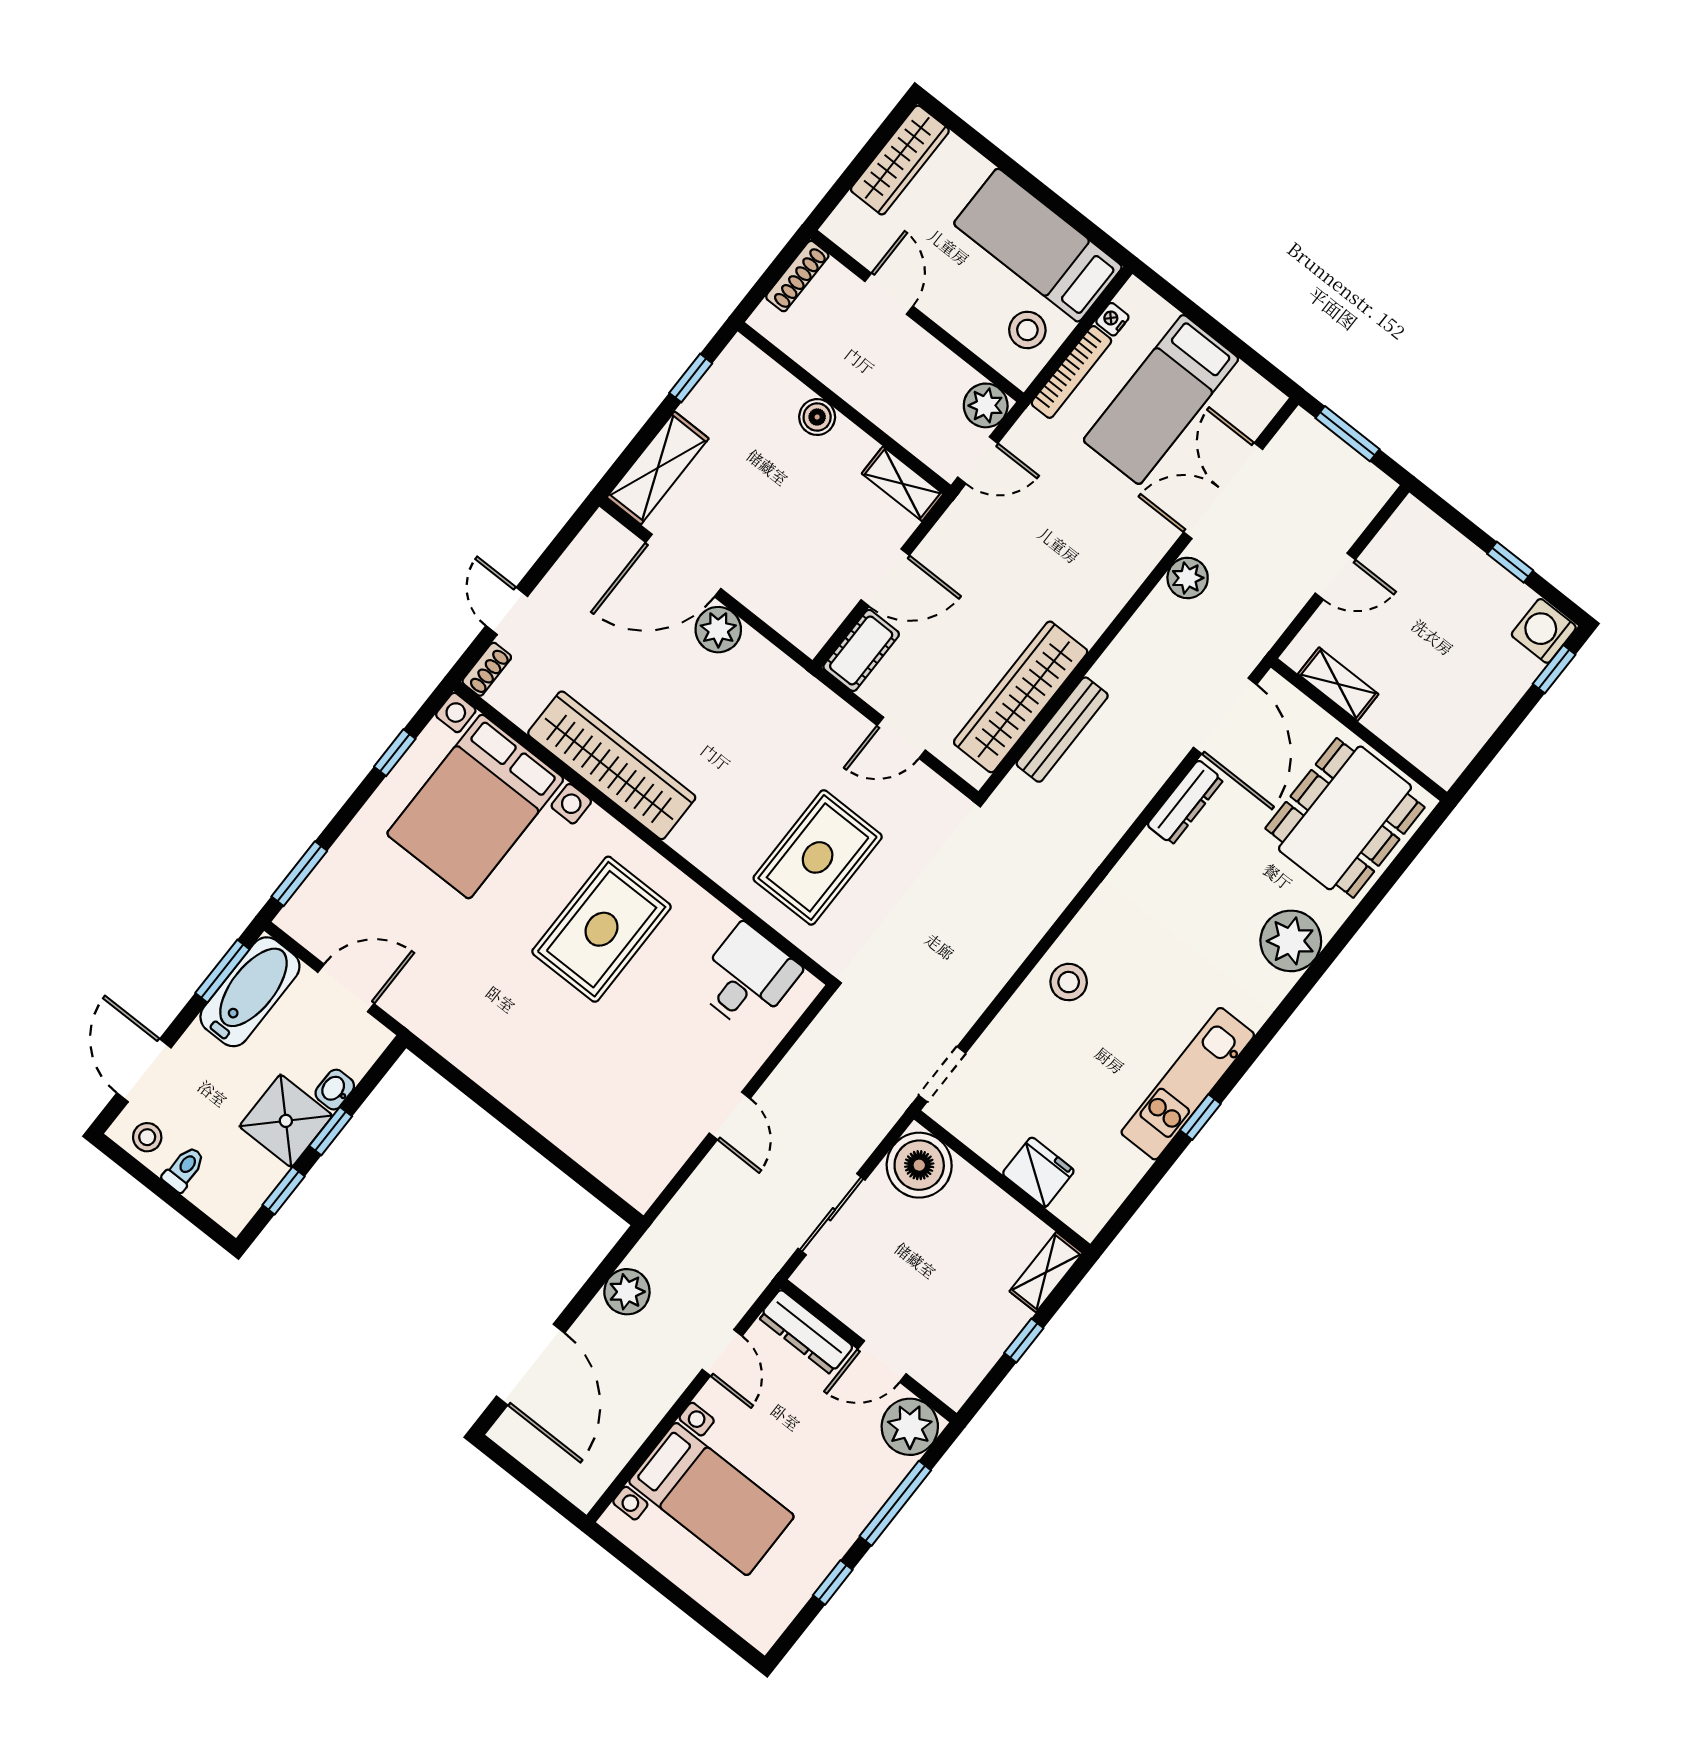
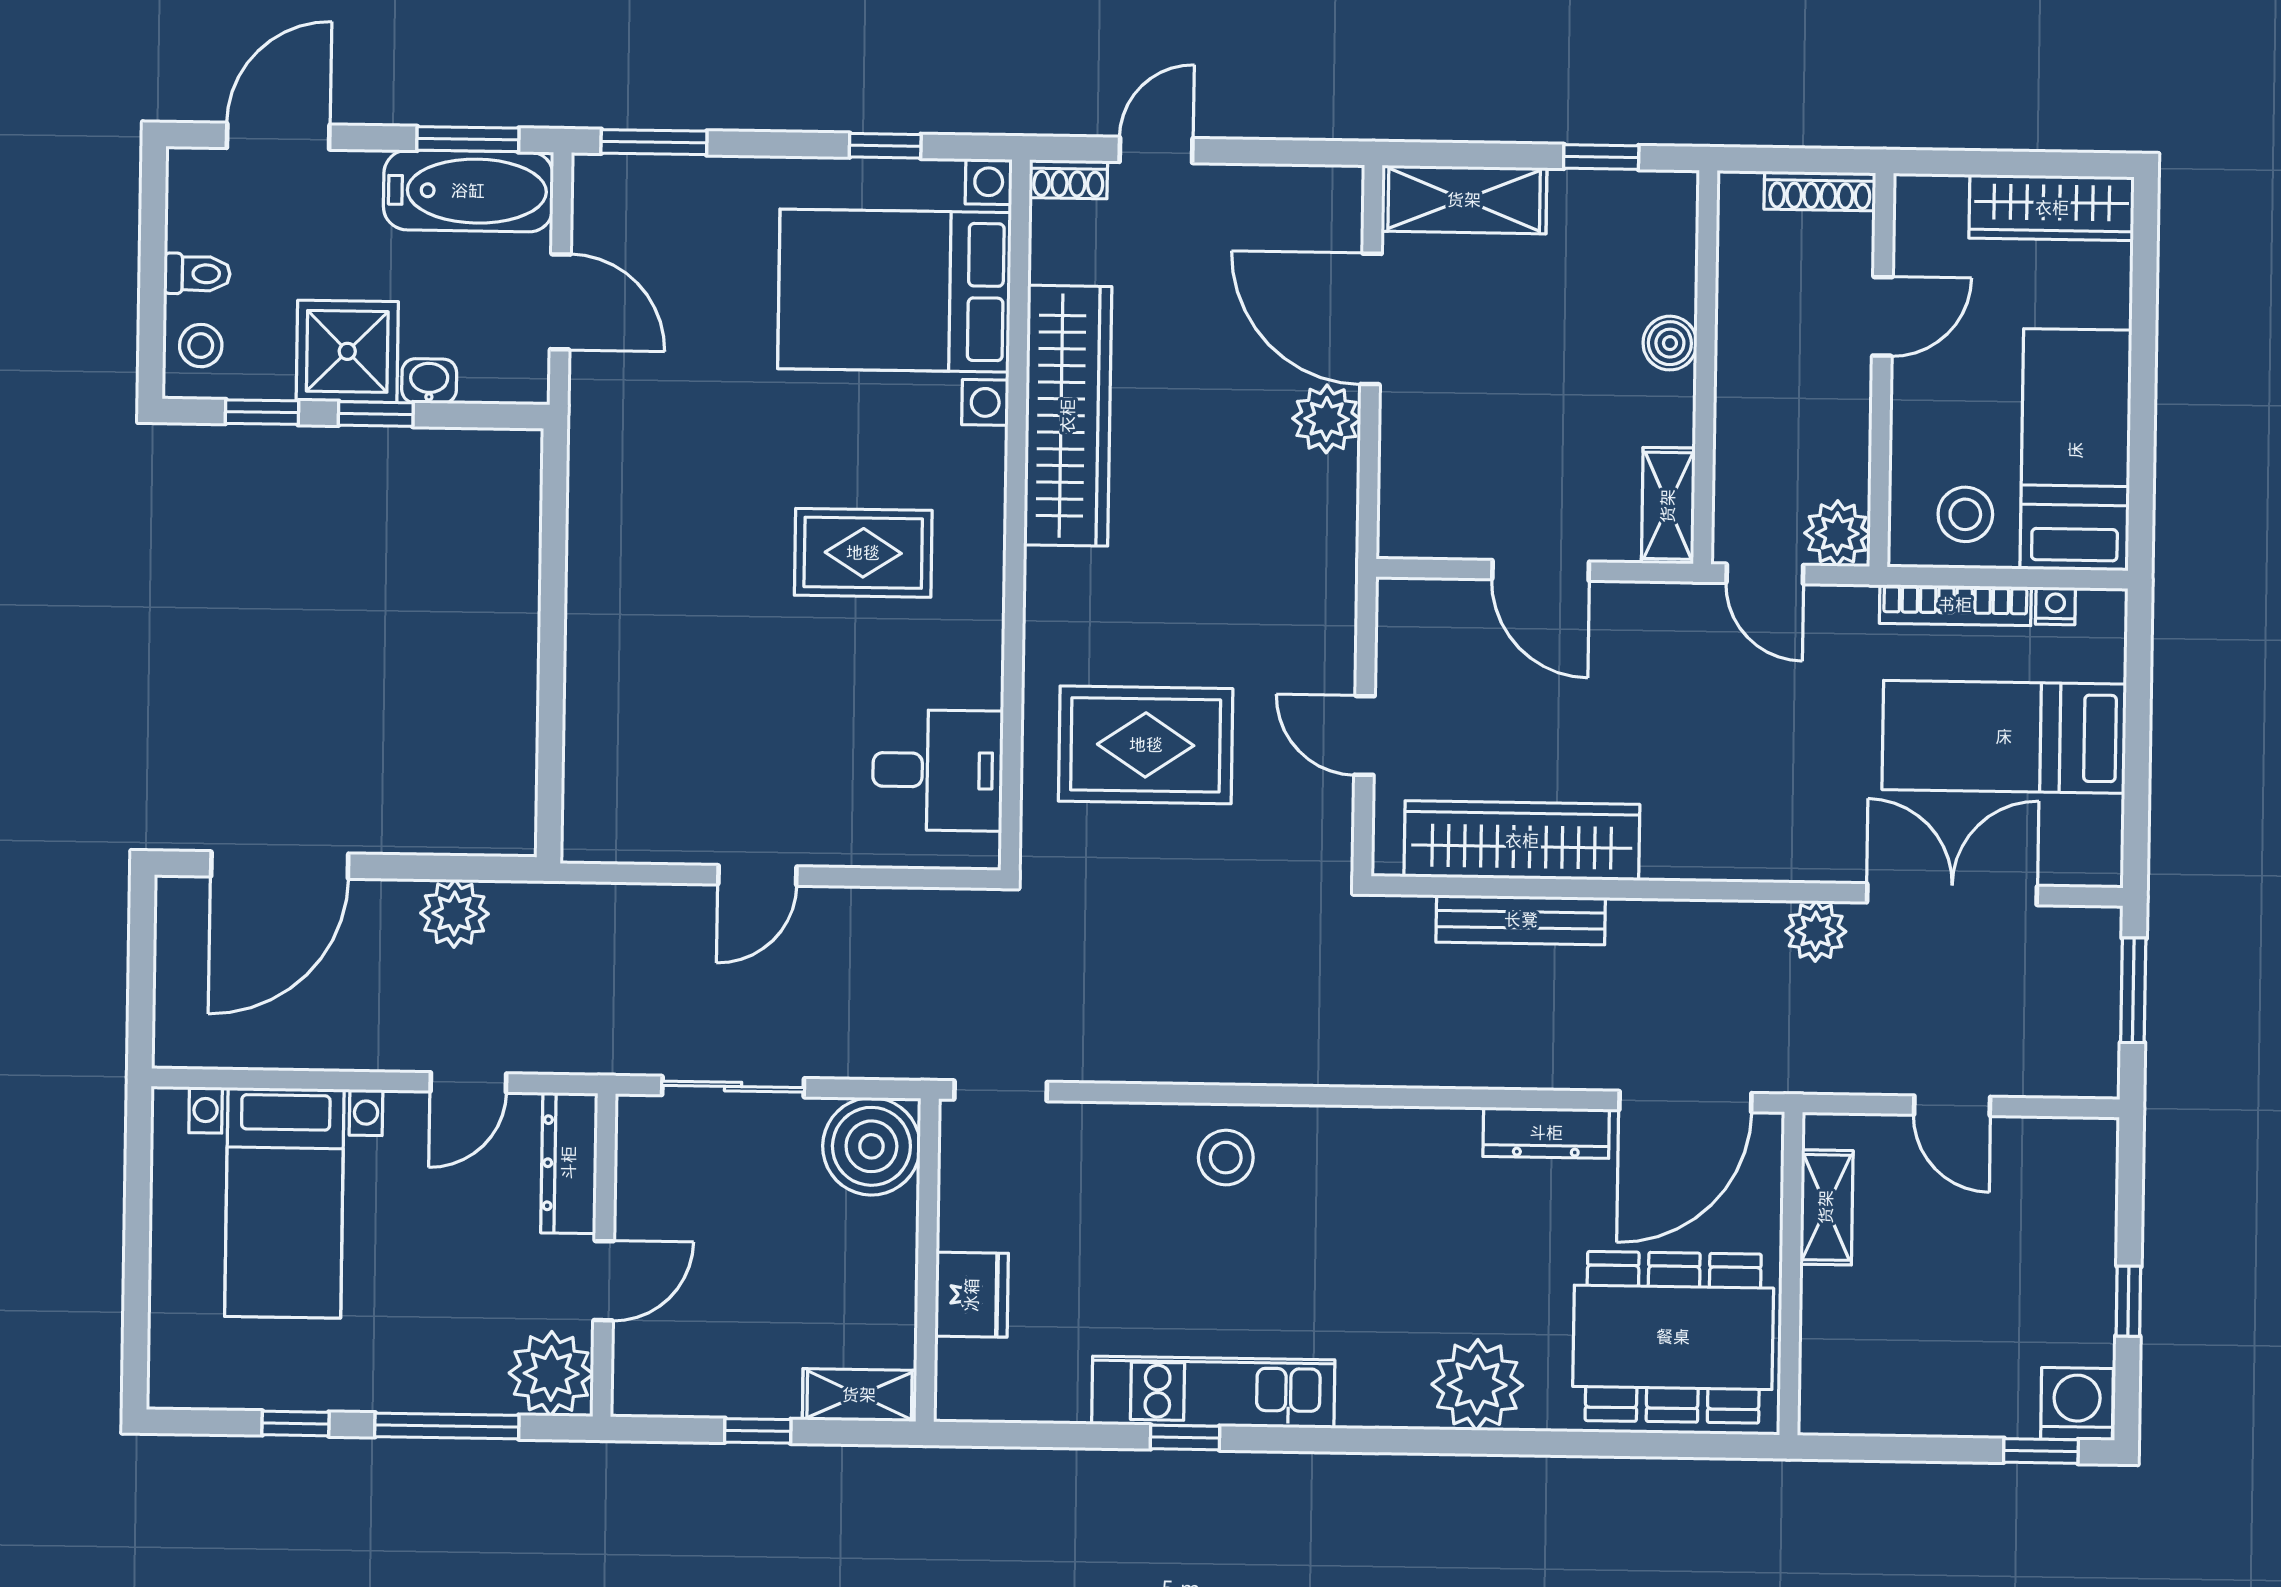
cot: (861, 650) -> (1432, 608), removed
rug: (602, 929) -> (863, 553), width x0.73, depth x0.70
stool: (147, 1137) -> (201, 346), moved
door: (882, 1361) -> (604, 1281), swing flipped

